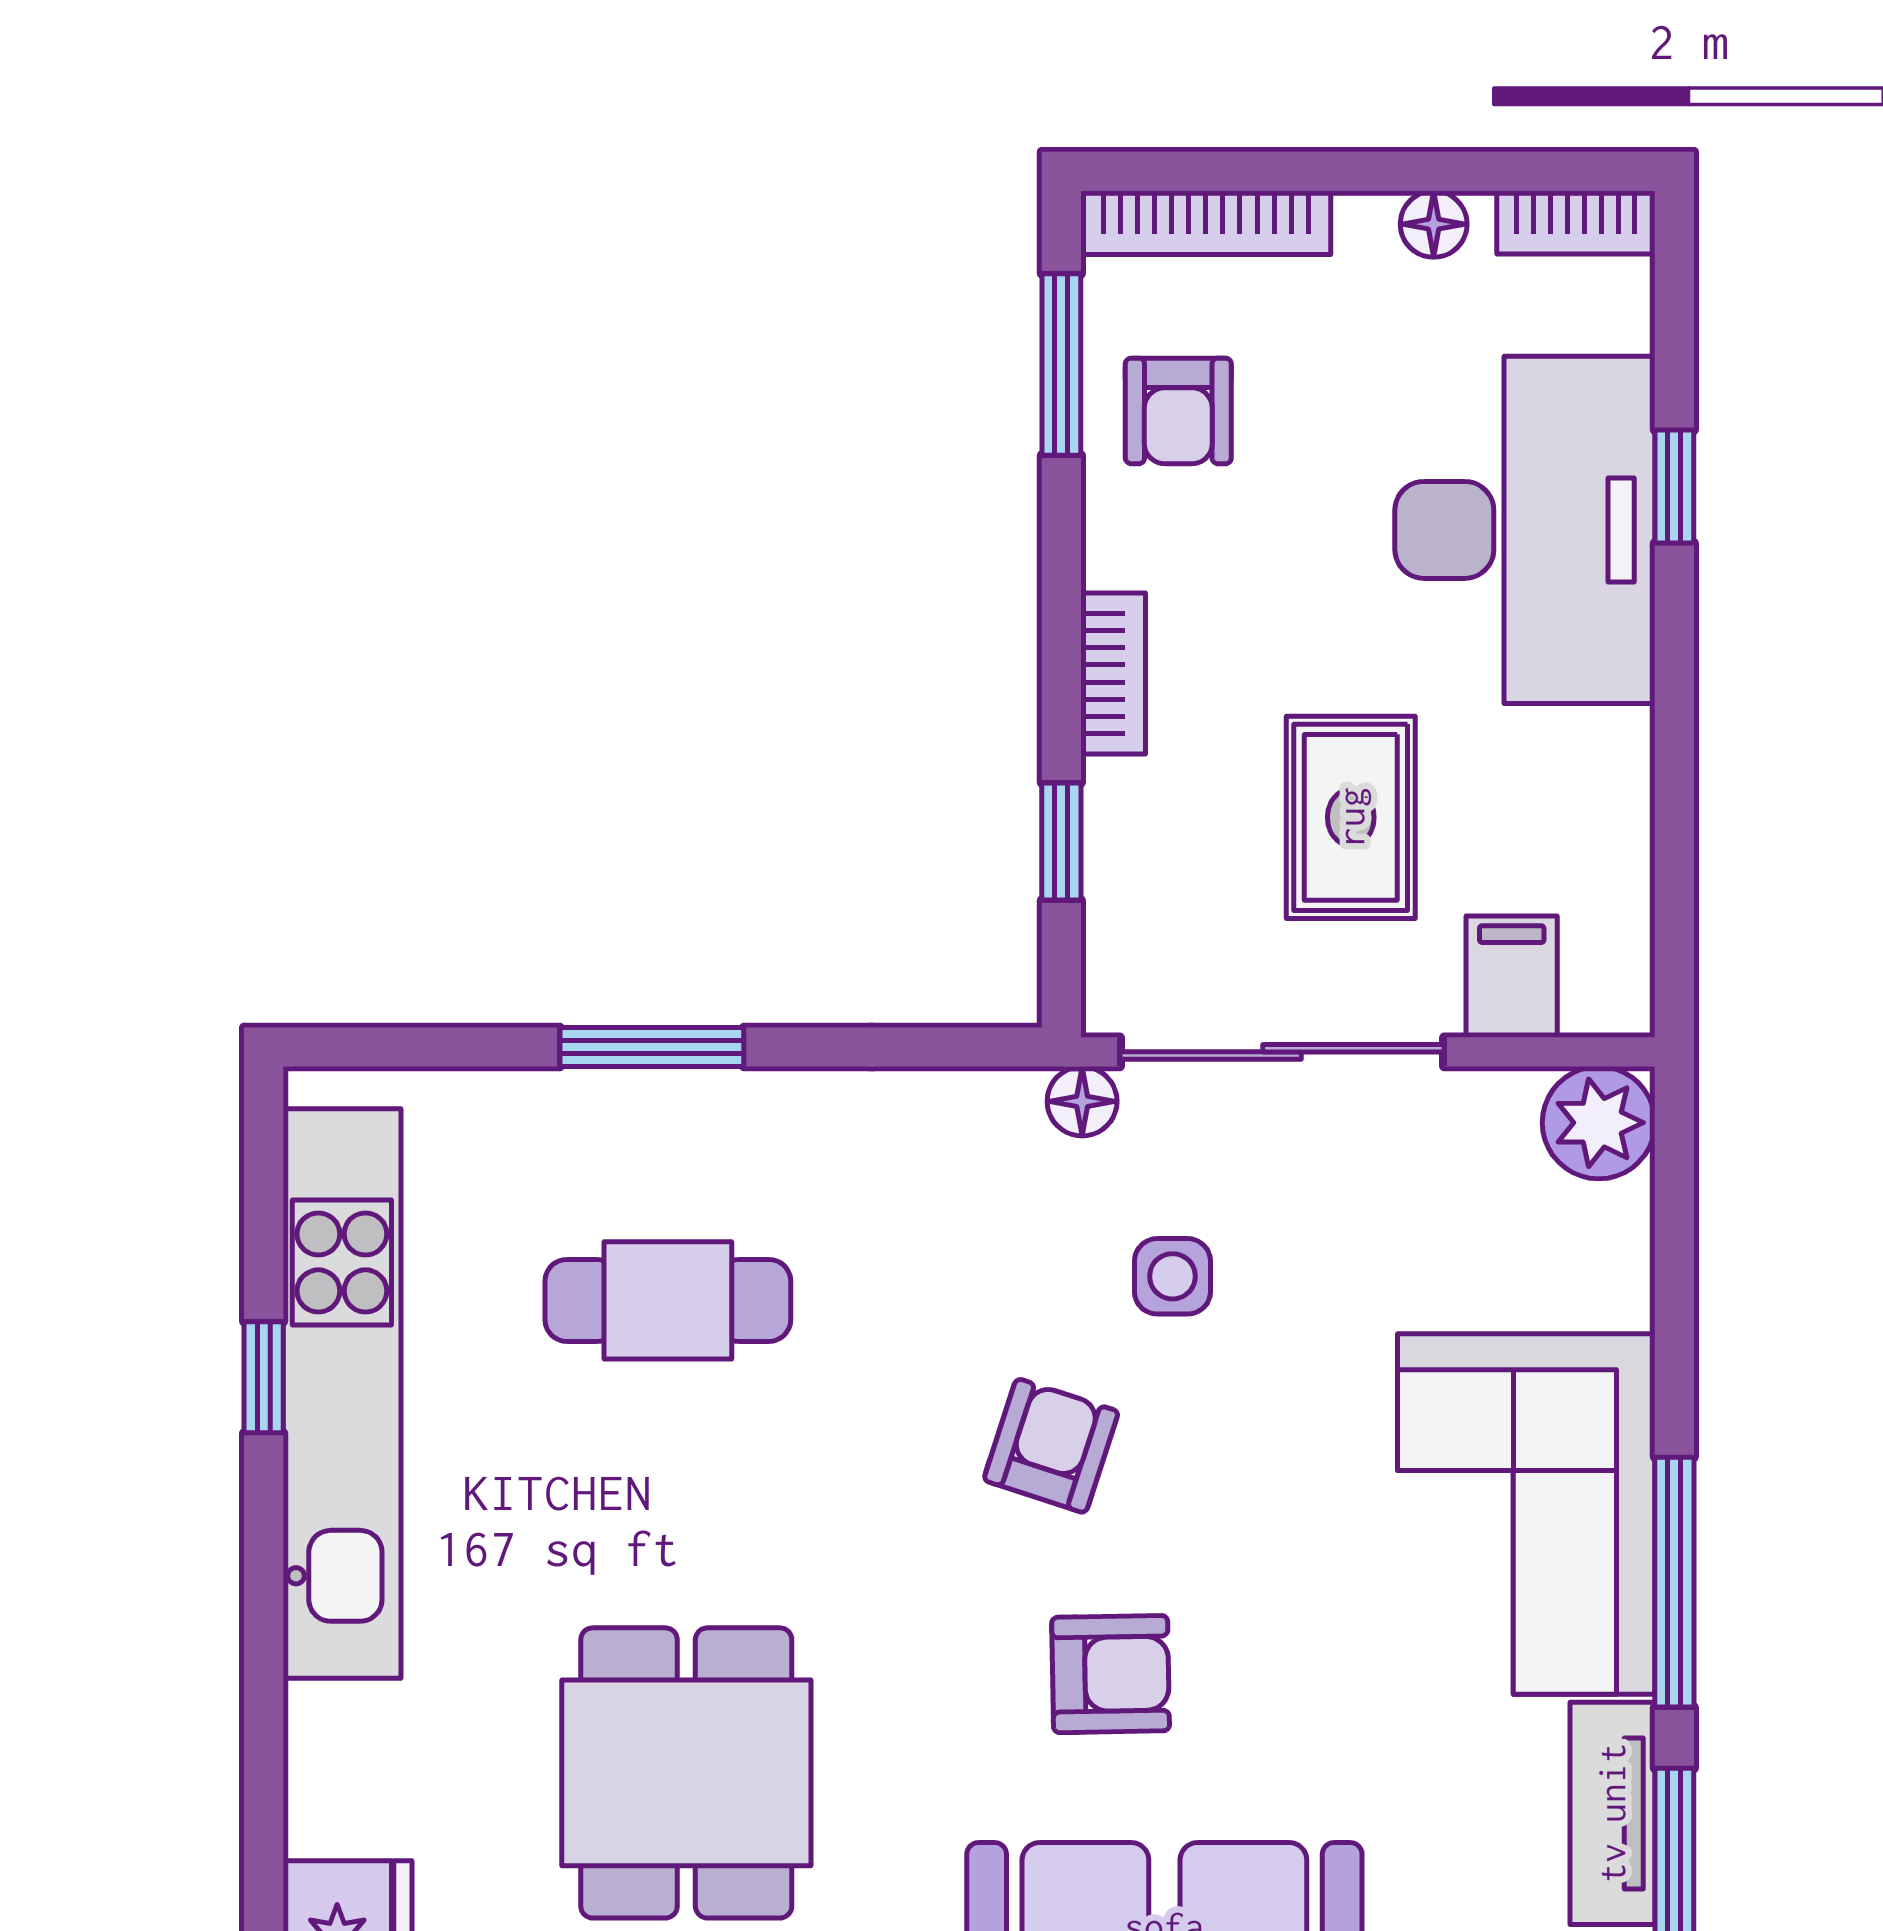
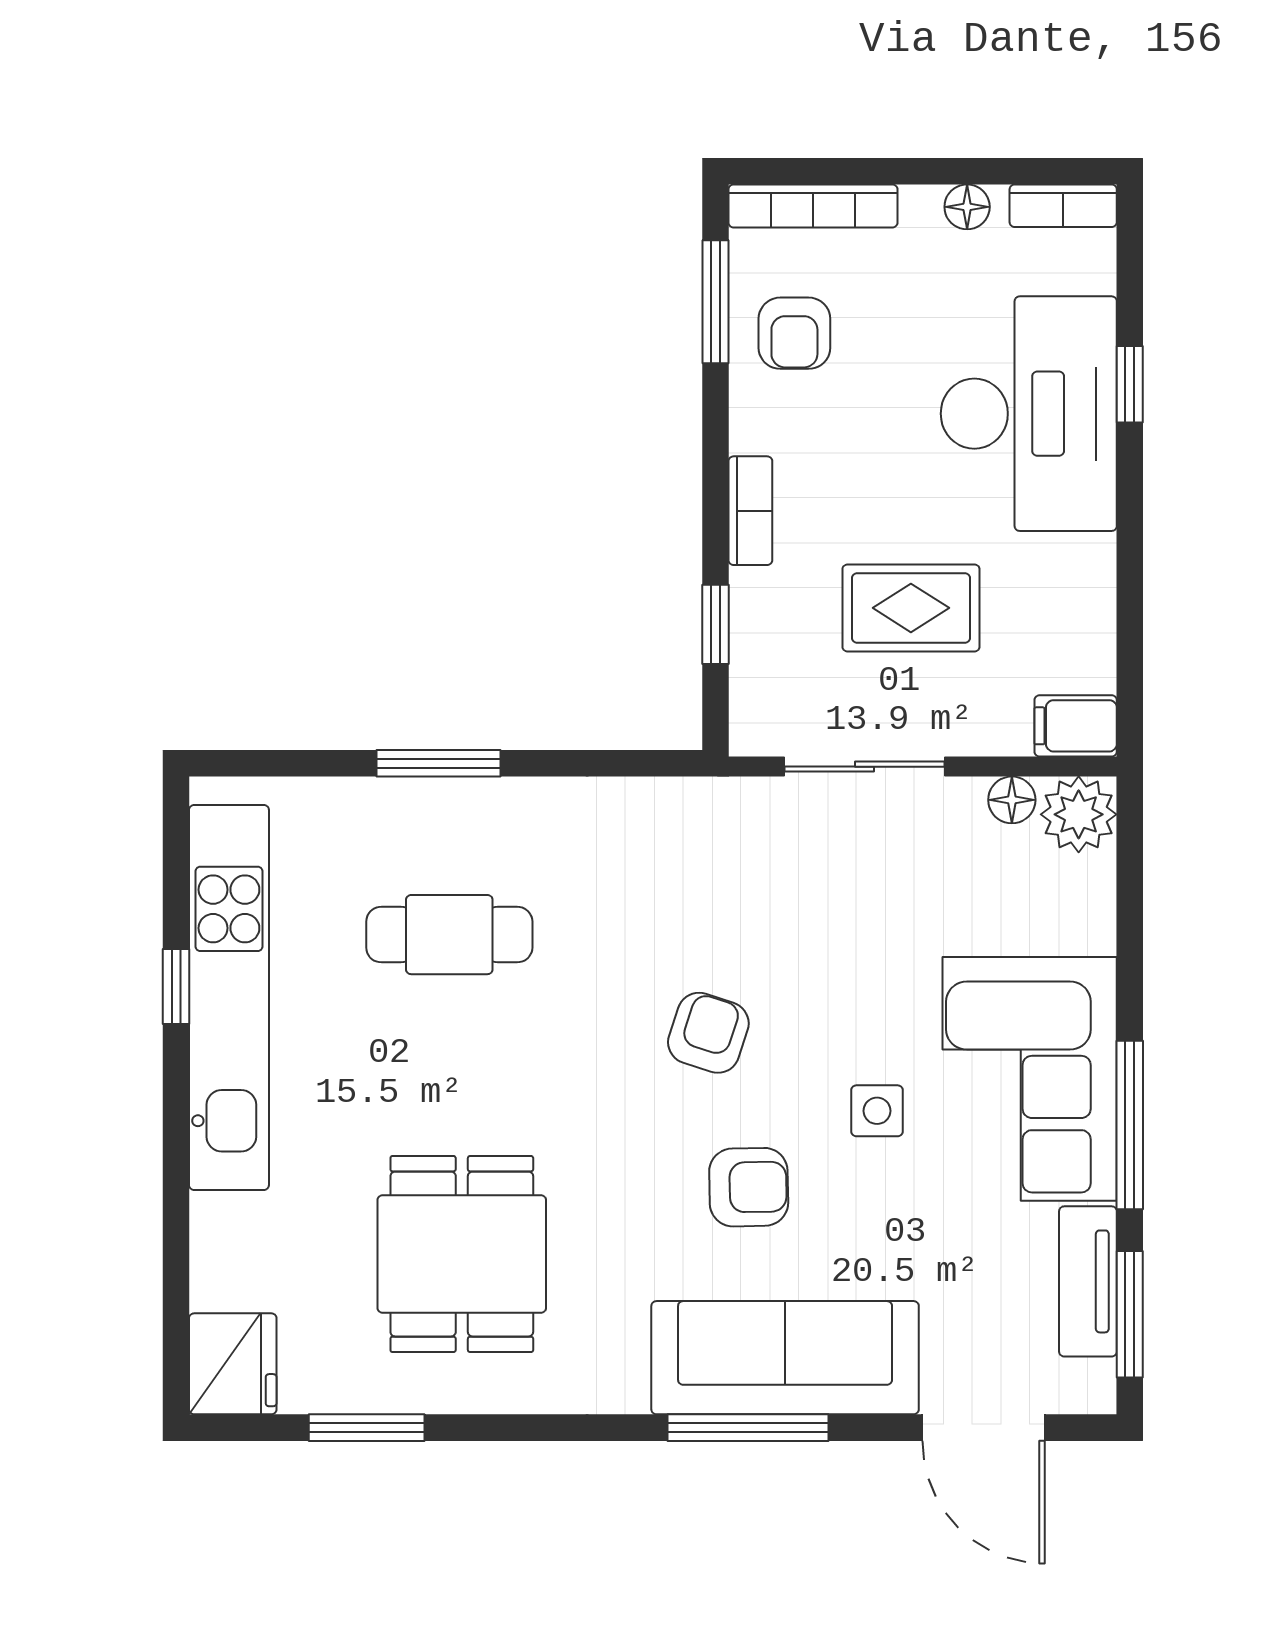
rug: (1351, 817) -> (911, 608), turned 90
filing cabinet: (1512, 977) -> (1076, 726), moved, turned -90
sliding door: (1282, 1052) -> (865, 767), width x0.73
floor lamp: (1082, 1101) -> (1012, 800), moved
side table: (1172, 1276) -> (877, 1111), moved

